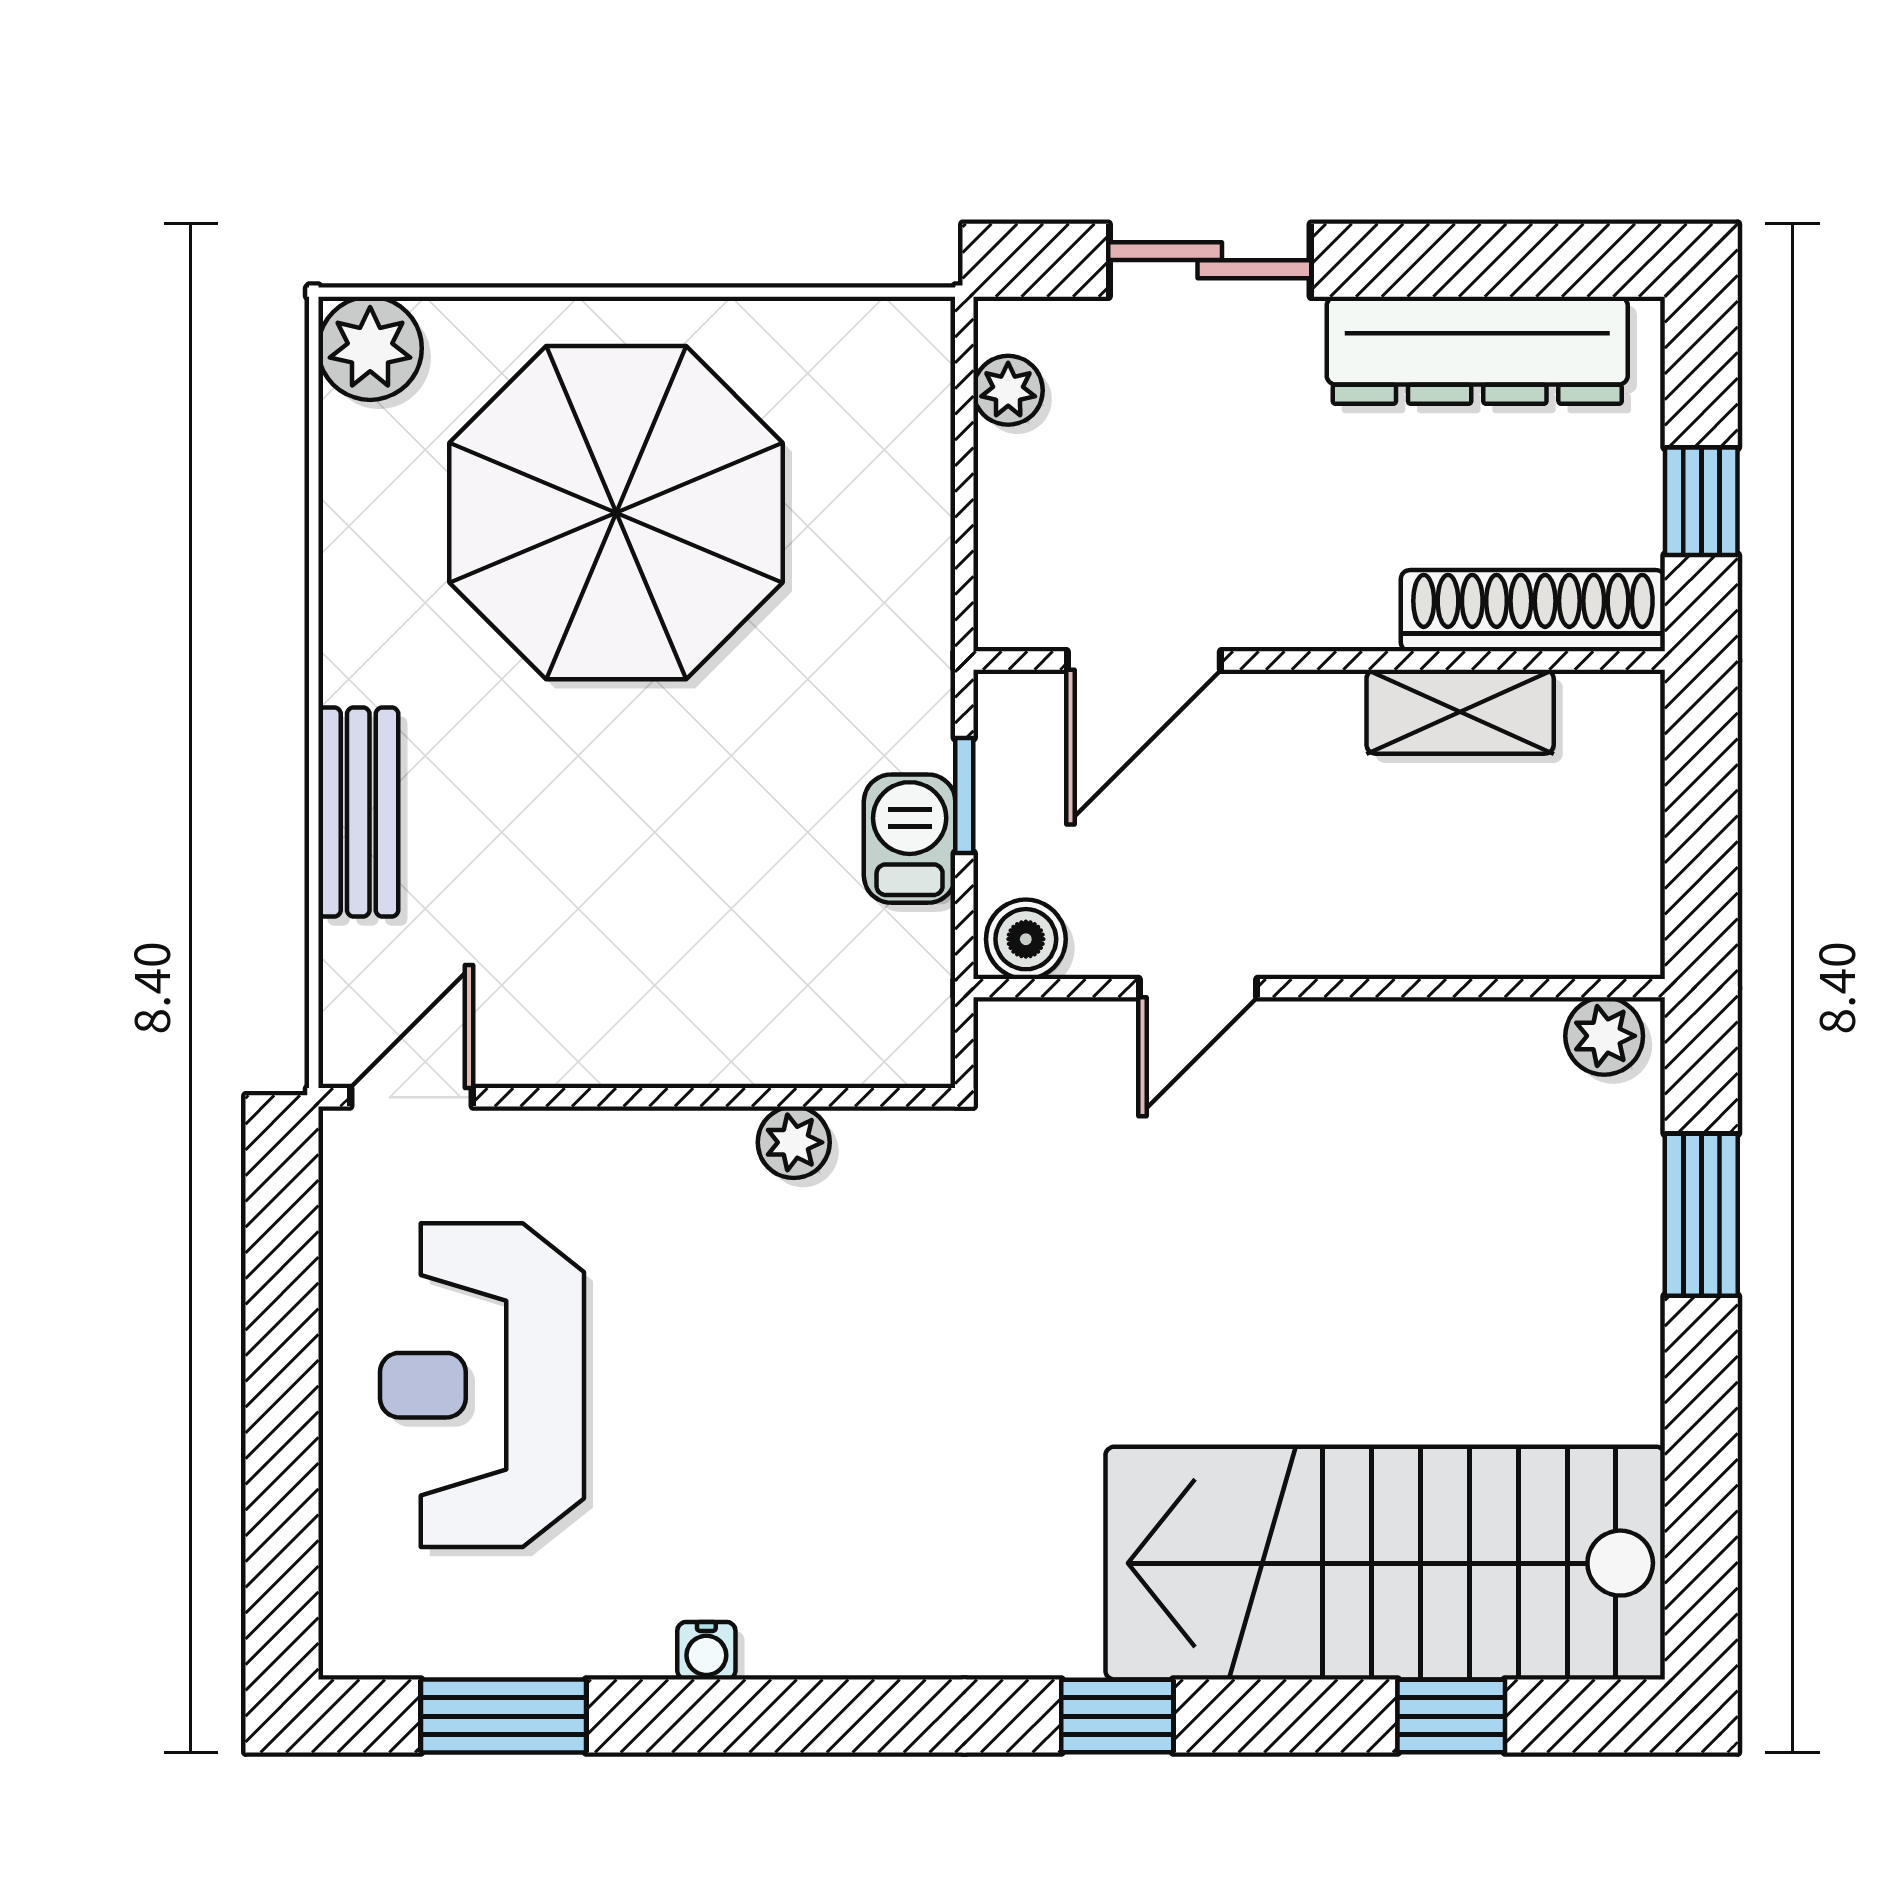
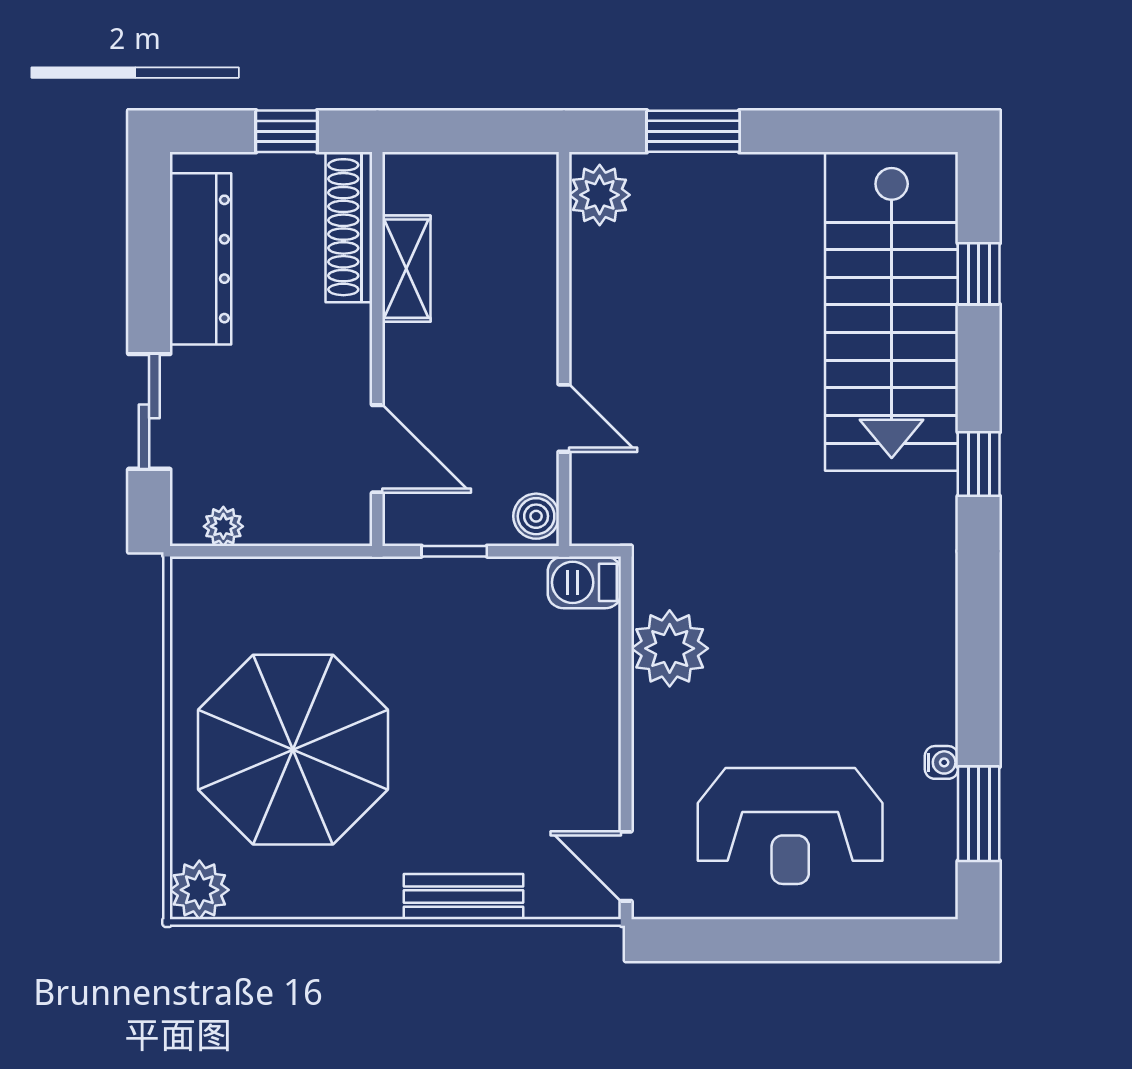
barbecue: (910, 839) -> (584, 582), moved
plant: (1604, 1036) -> (600, 195), width x1.38, depth x1.38
plant: (794, 1142) -> (670, 648), width x1.88, depth x1.88
water cooler: (706, 1651) -> (941, 762), moved

